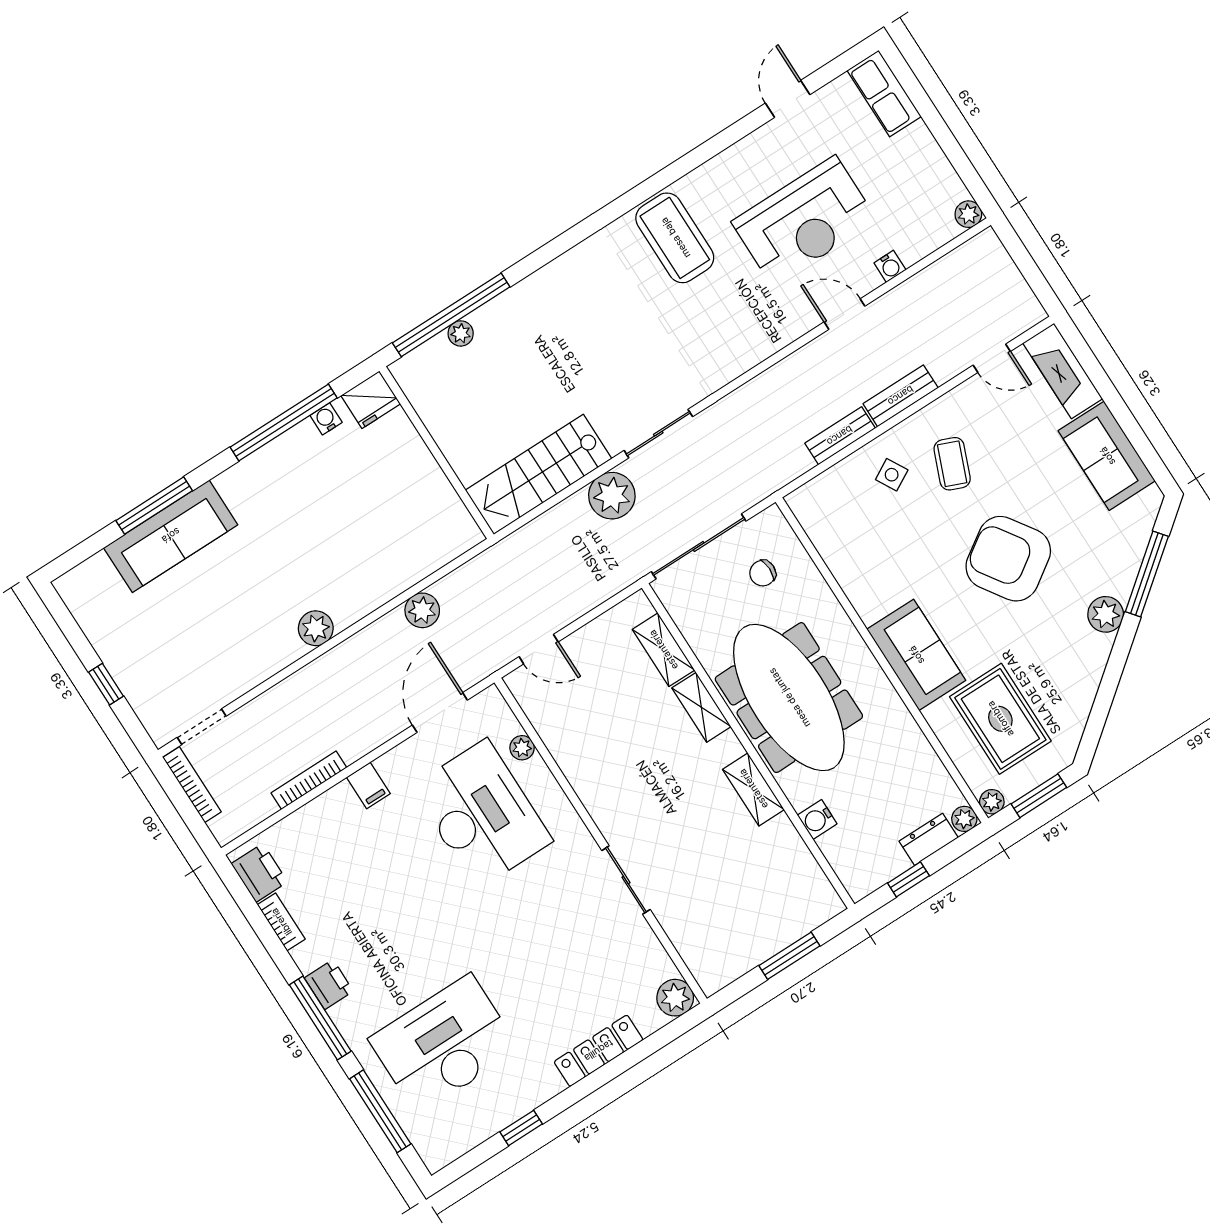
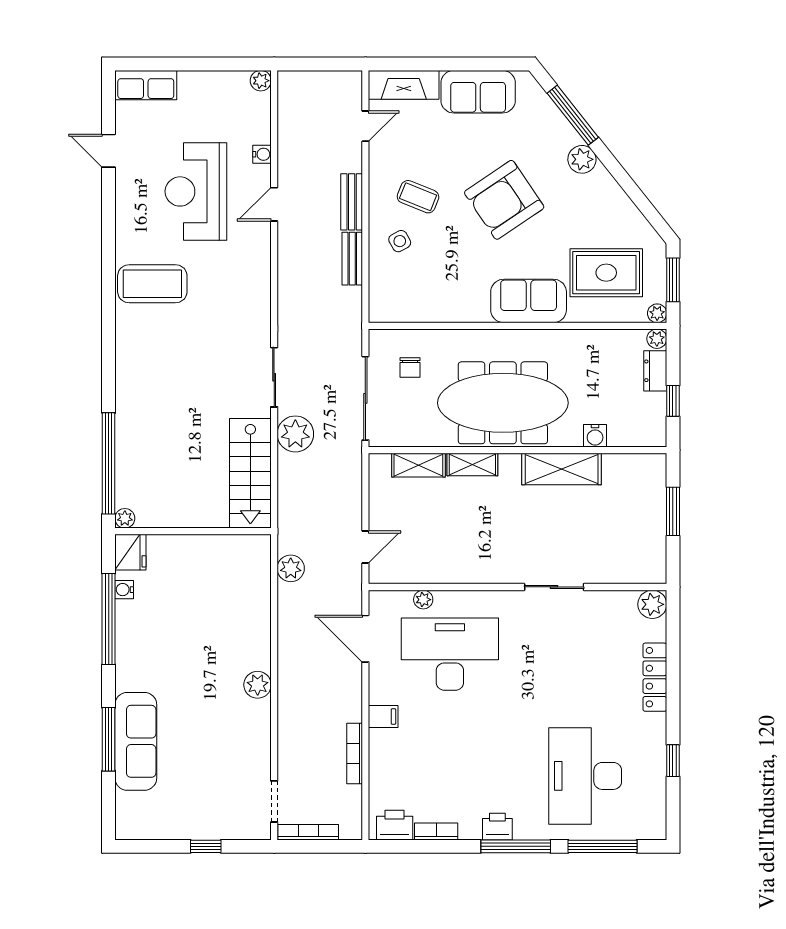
reception desk: (804, 221) -> (196, 191), turned 180
plant: (461, 333) -> (125, 518), moved
plant: (422, 610) -> (291, 568), moved
shelving: (753, 789) -> (562, 469), width x1.50, depth x1.33

